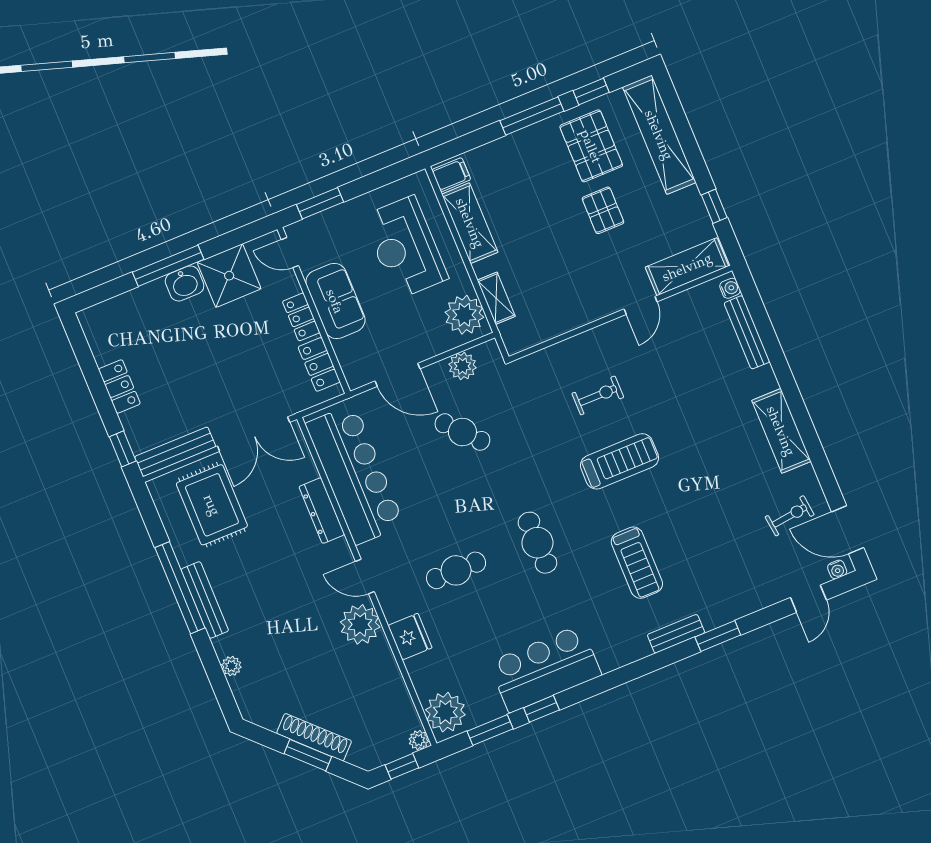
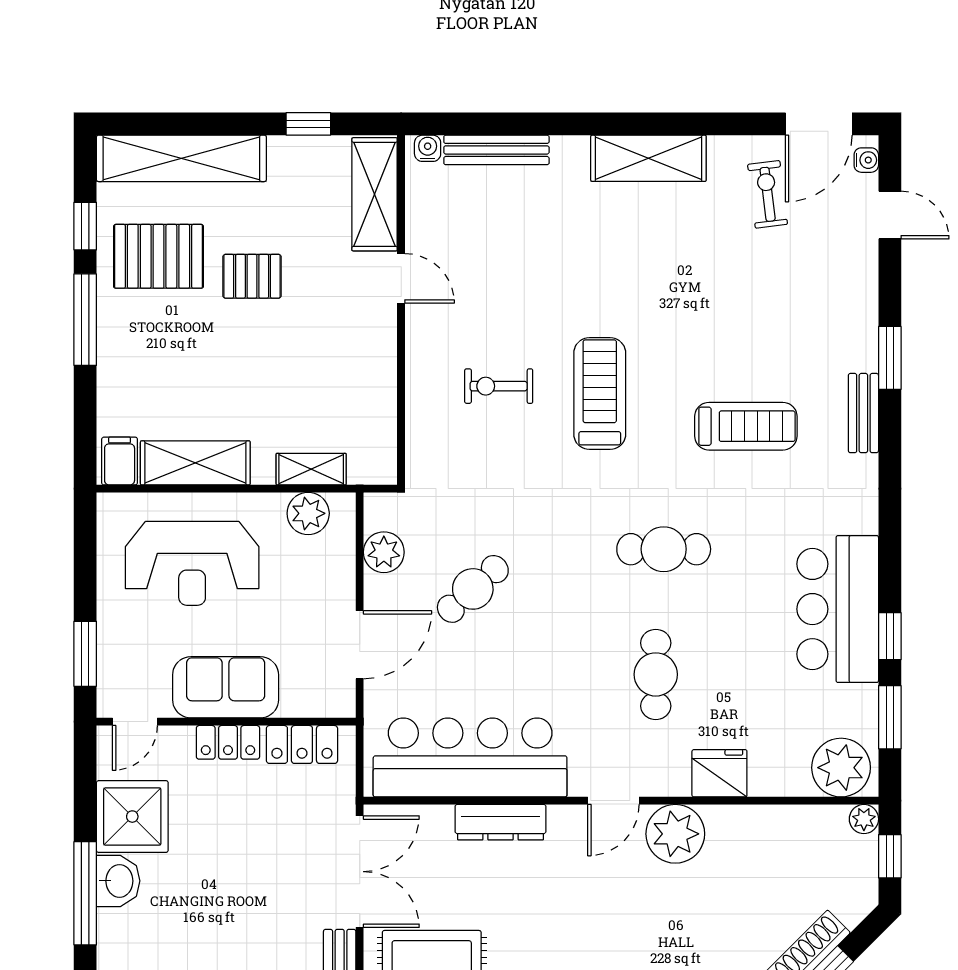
plant: (464, 315) -> (308, 513), width x0.73, depth x0.73
exercise bike: (598, 395) -> (499, 386), turned -90

